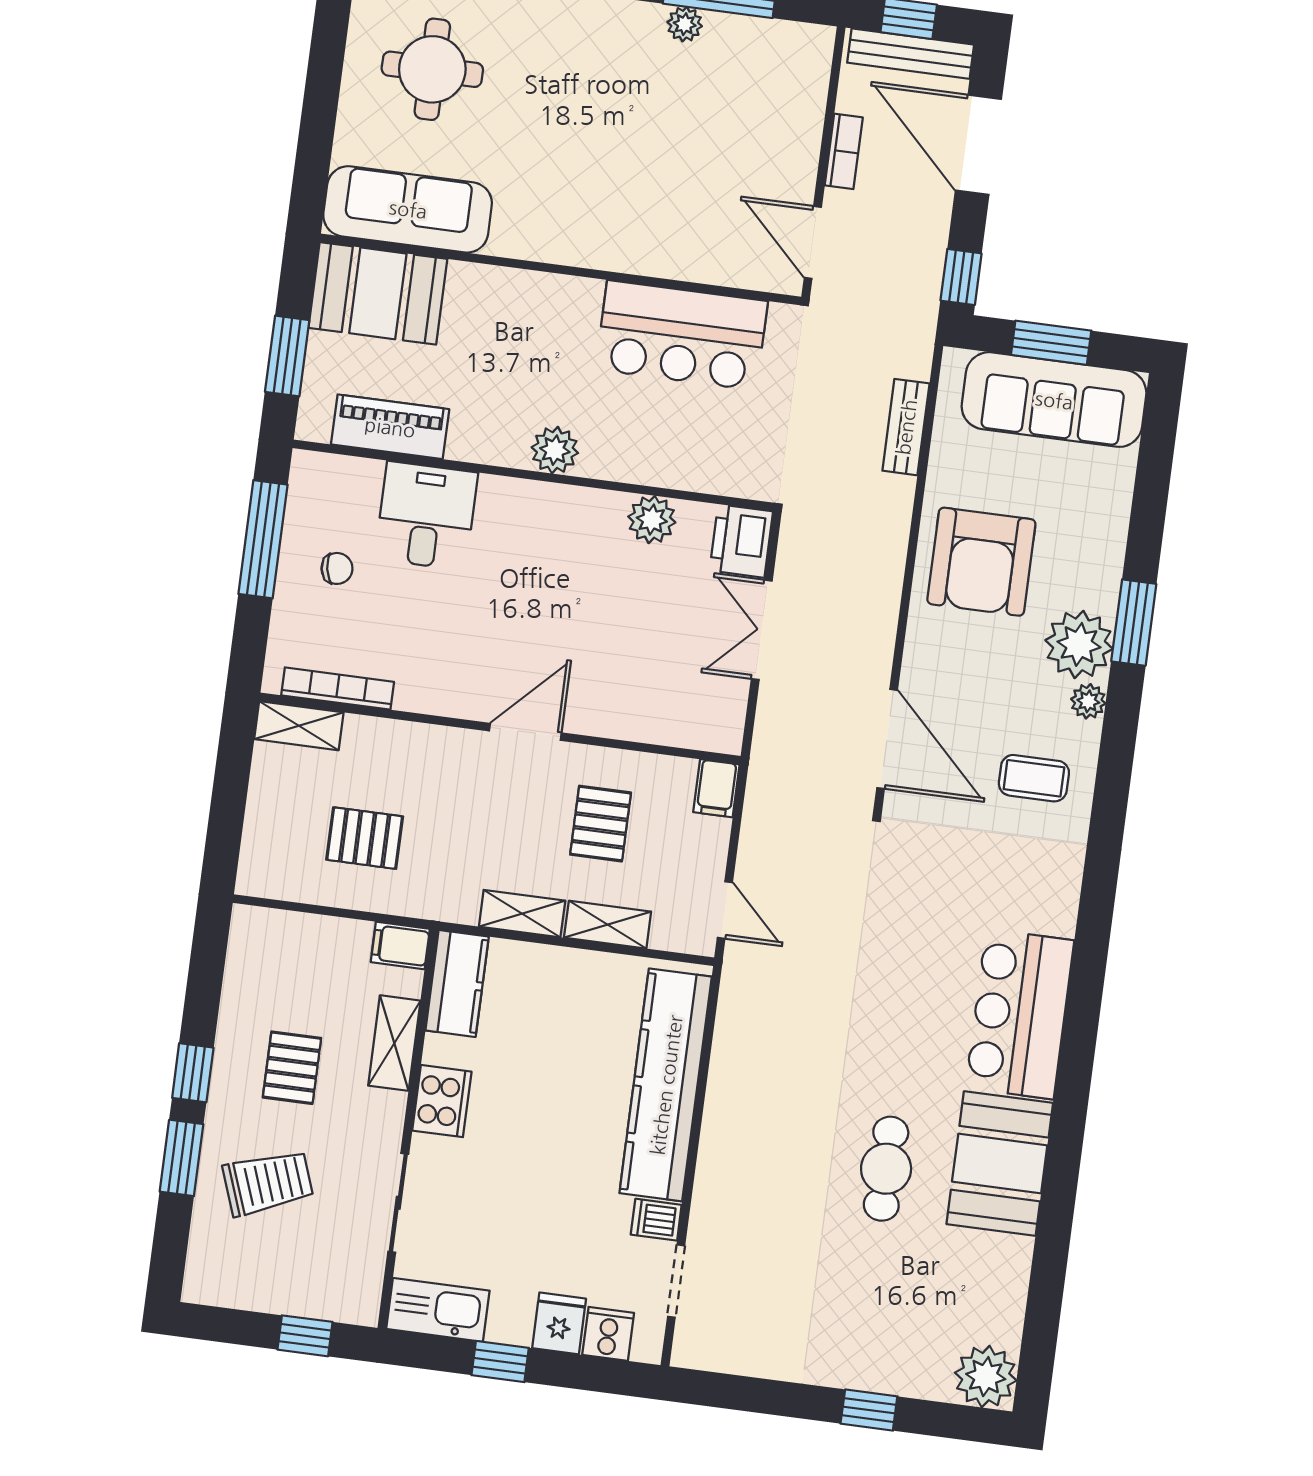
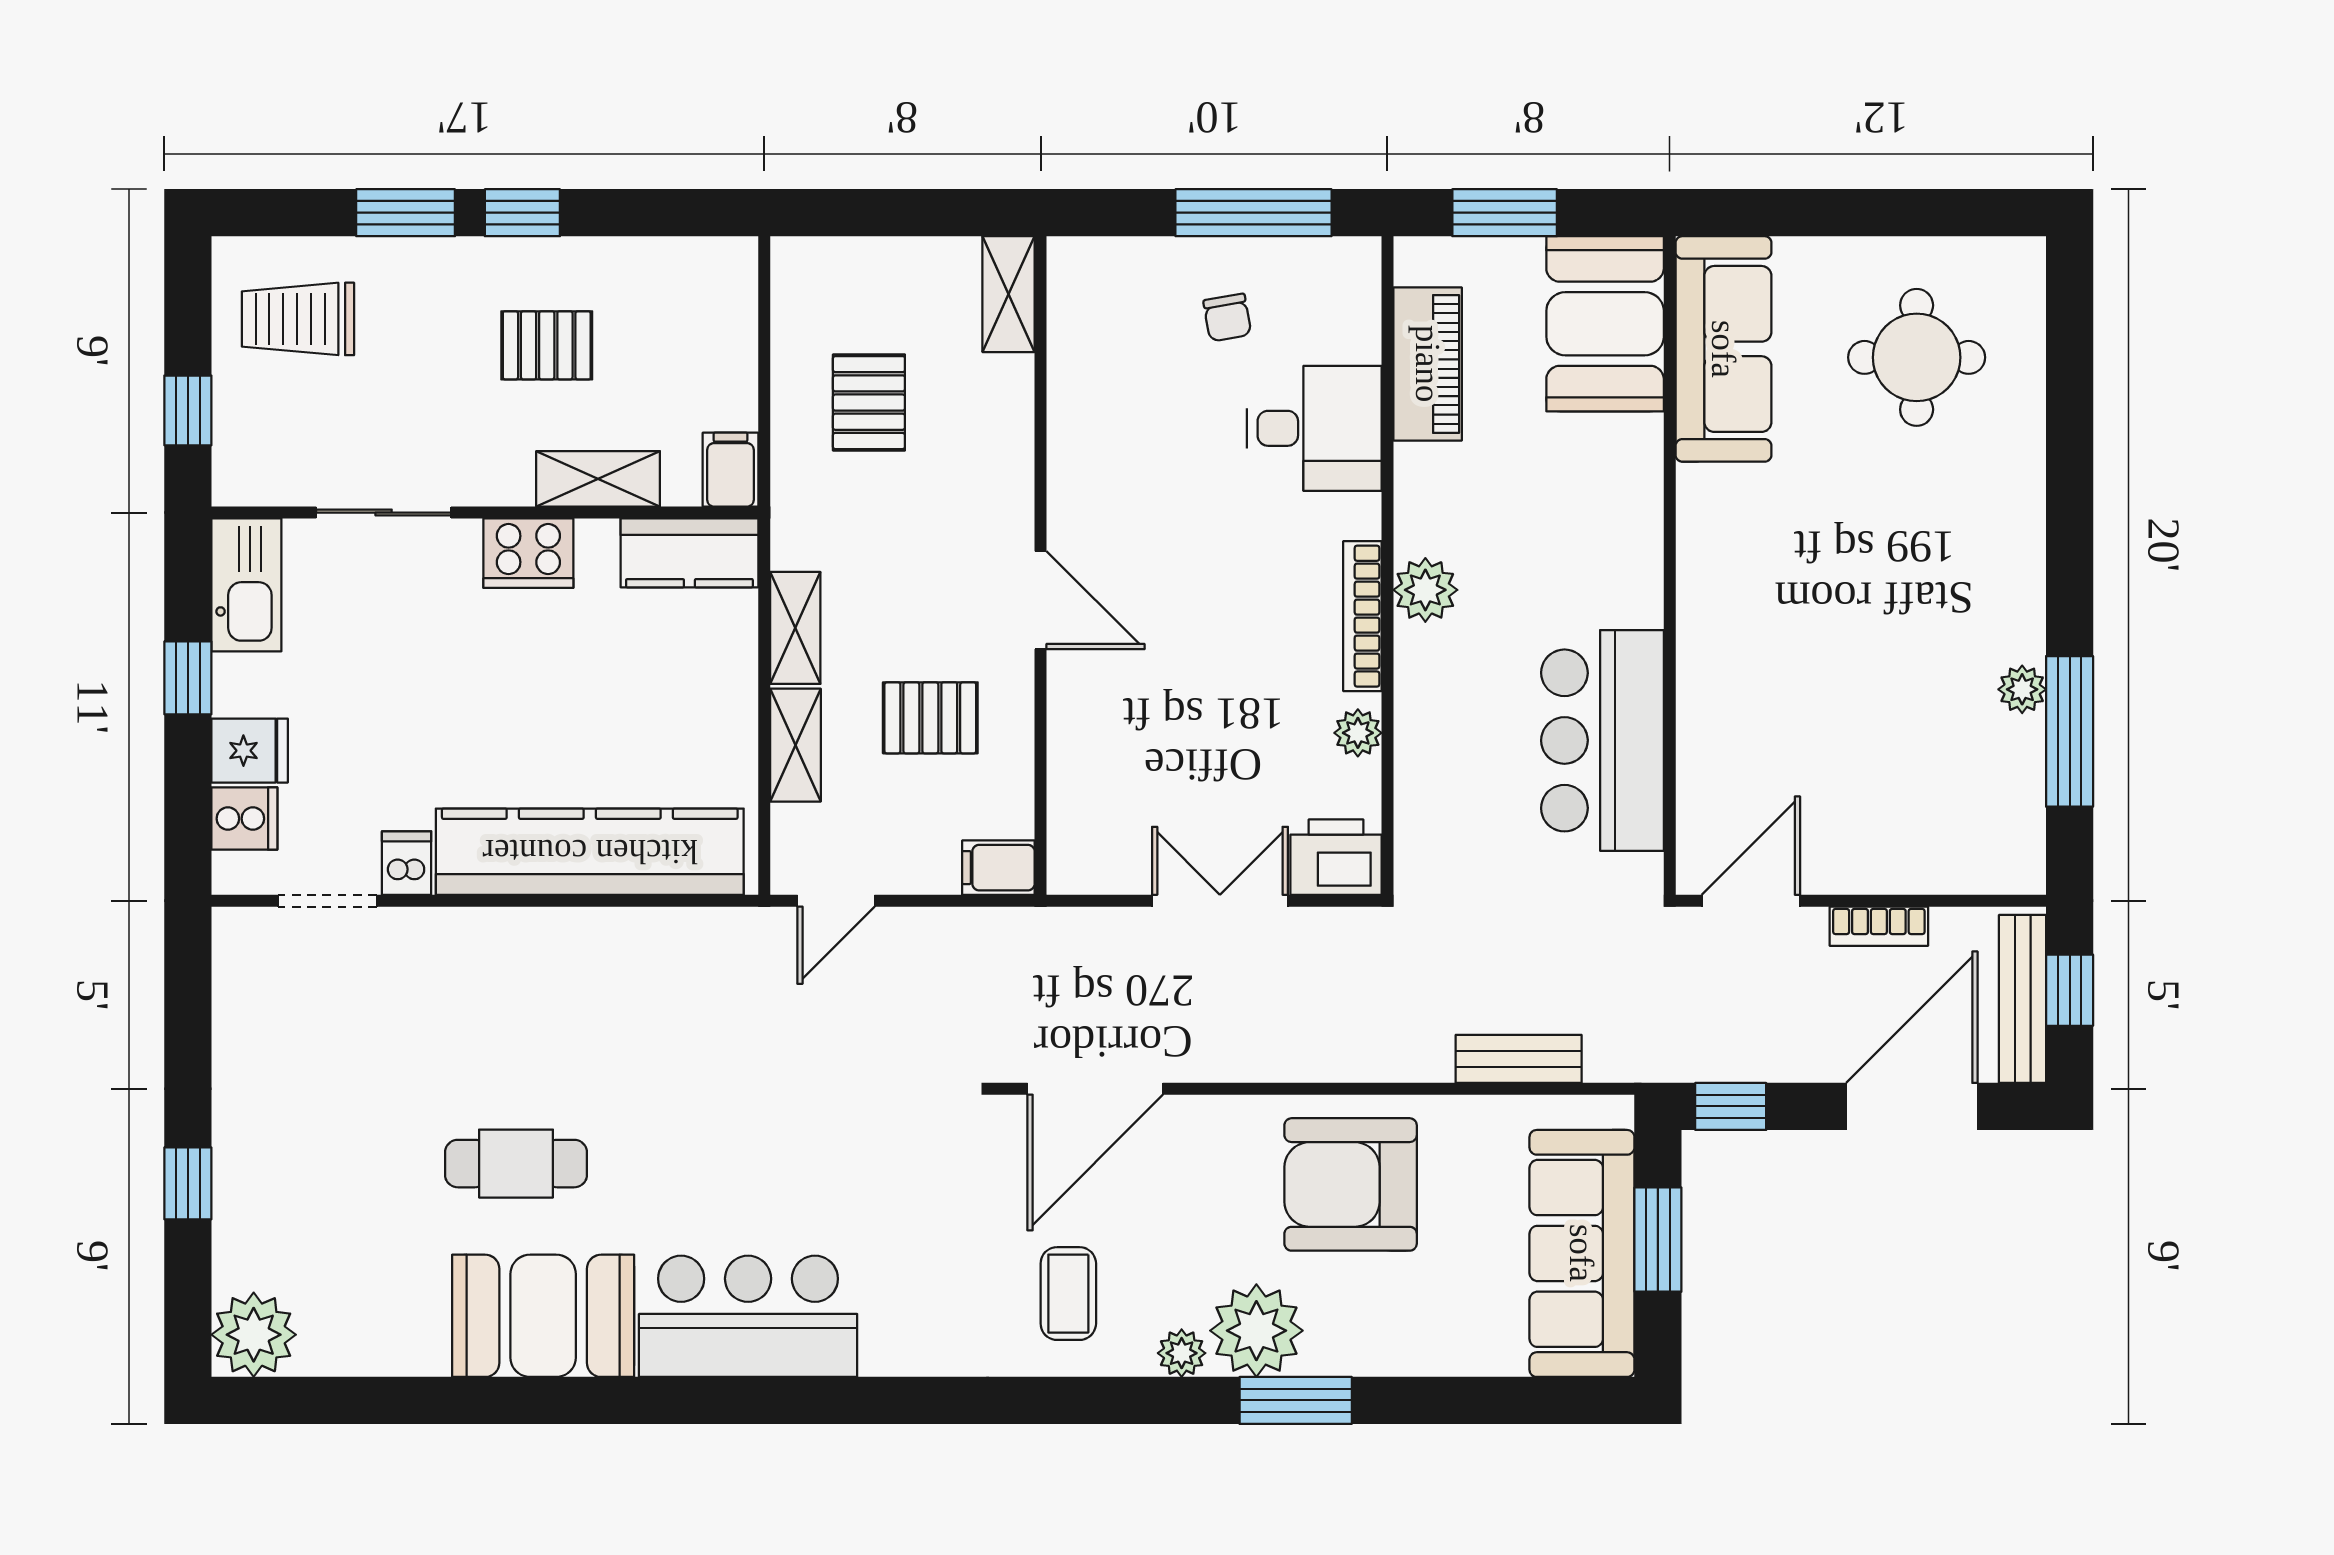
plant: (652, 520) -> (1358, 733), width x0.73, depth x0.73
bookcase: (338, 689) -> (1362, 616), moved, turned 180
trolley: (268, 1183) -> (298, 319), moved, turned 110

